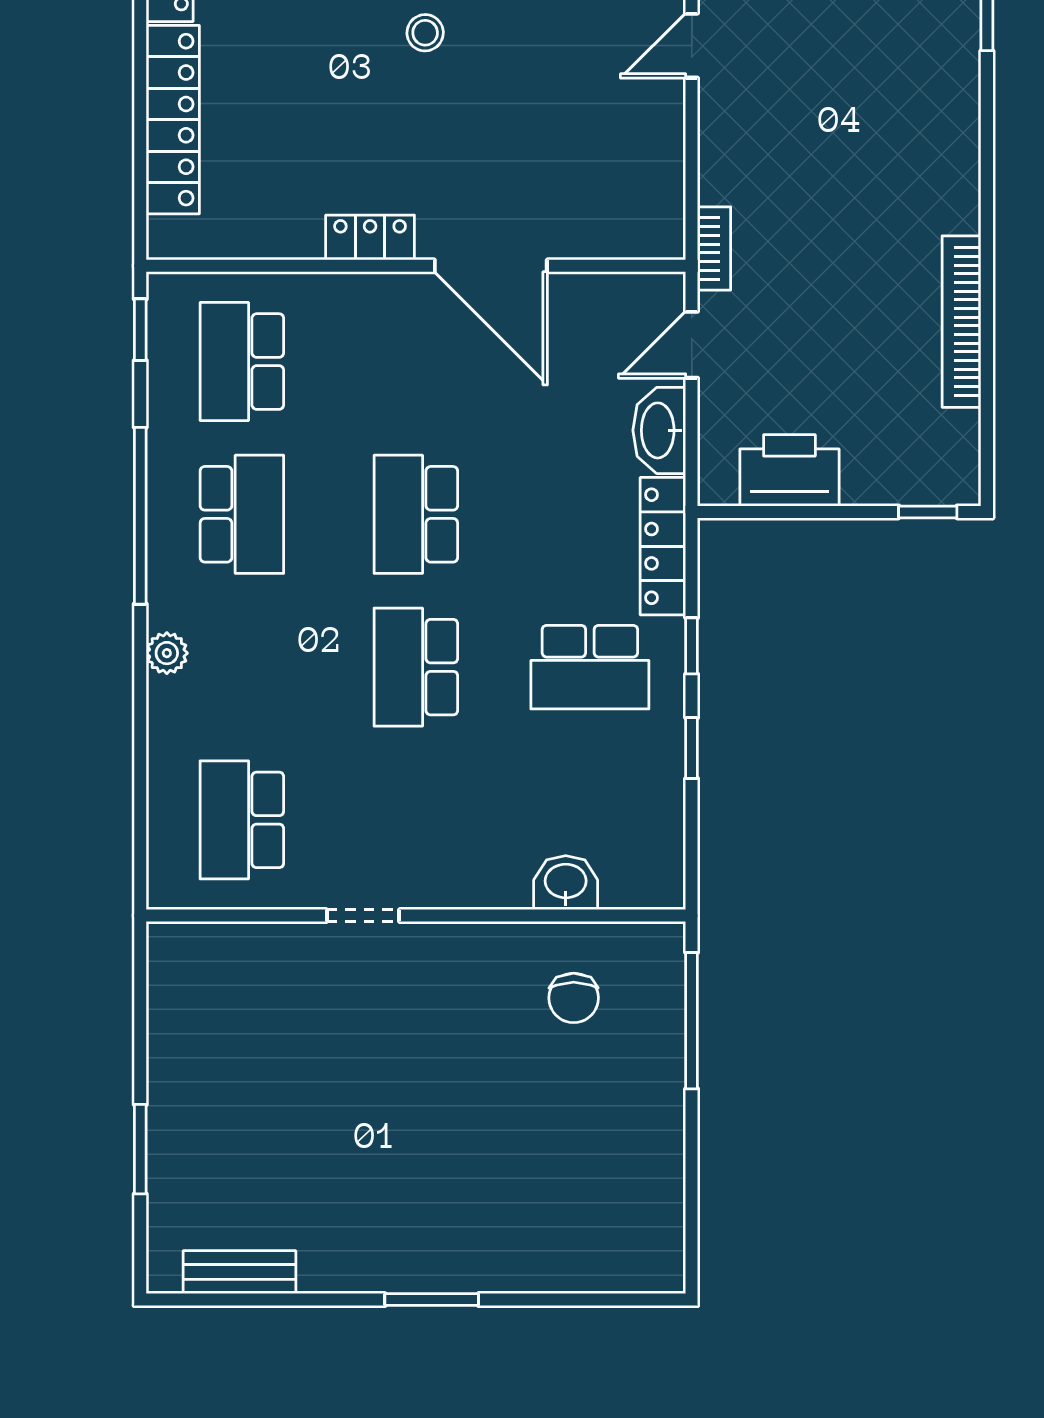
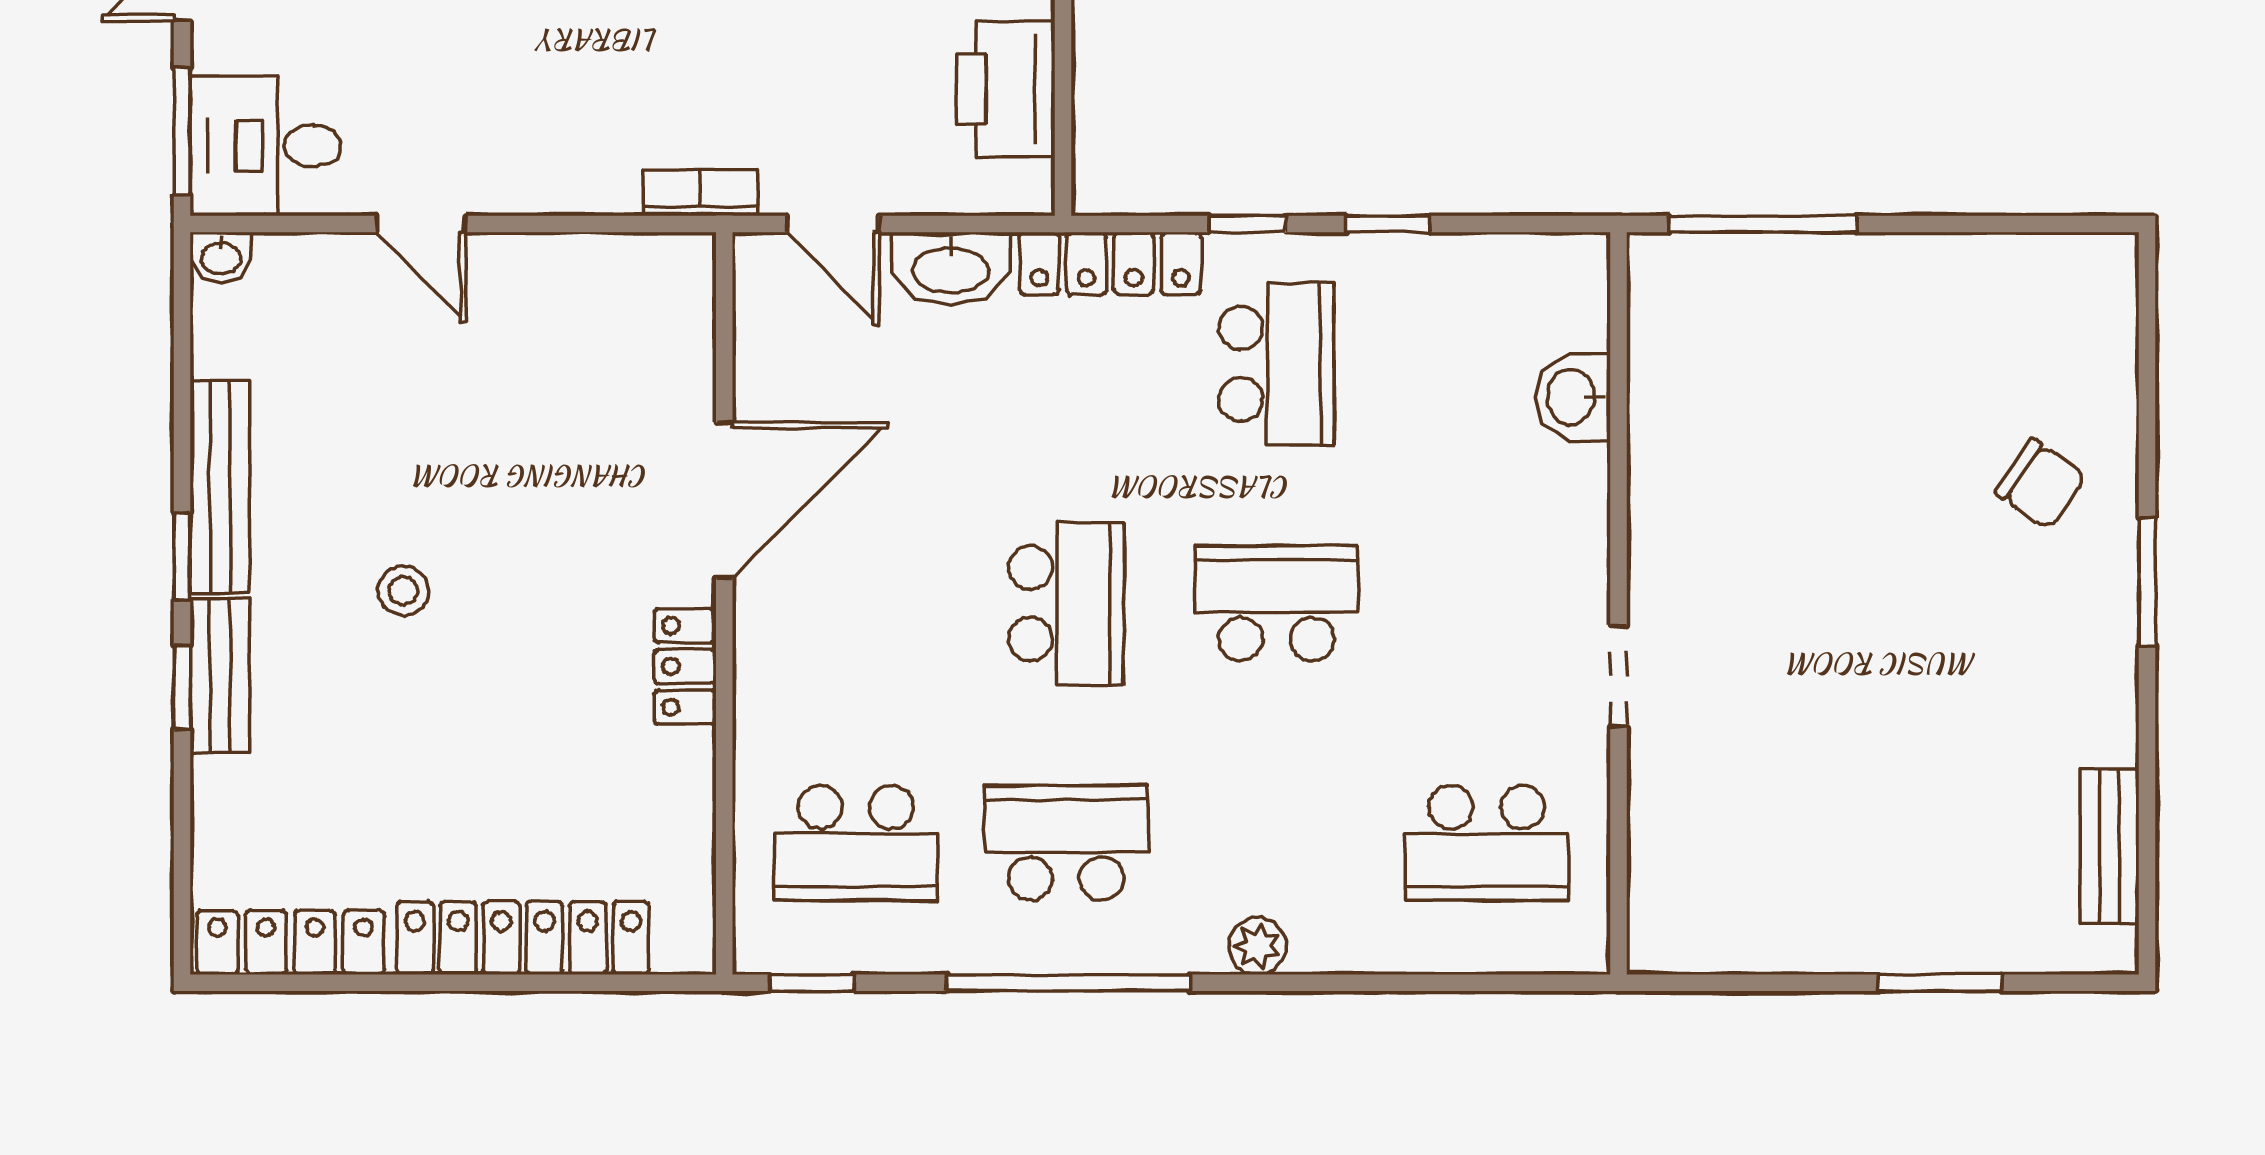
school desk: (416, 514) -> (1066, 603), turned -90
school desk: (416, 667) -> (1277, 603), turned 180
chair: (574, 998) -> (2041, 484), moved, turned 35

